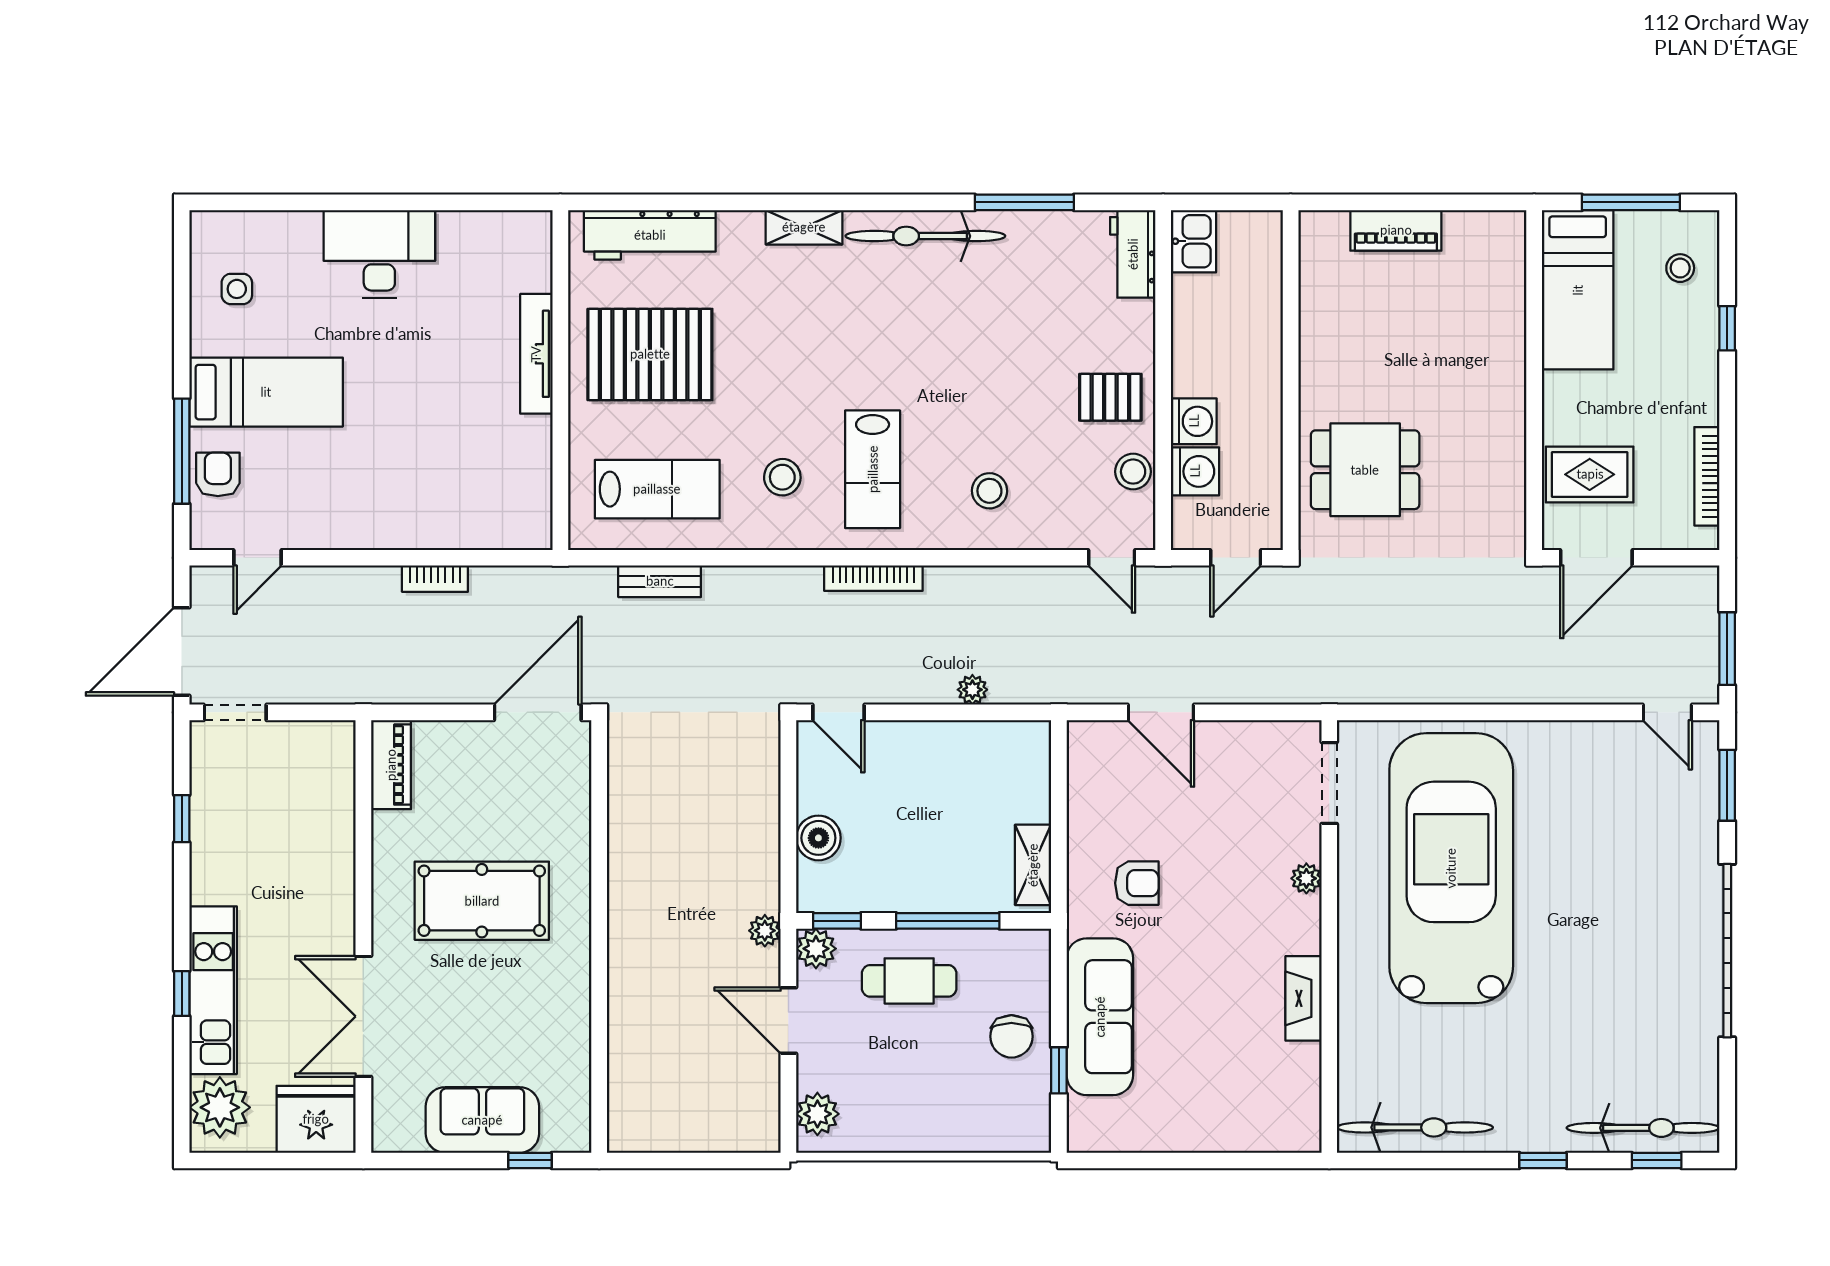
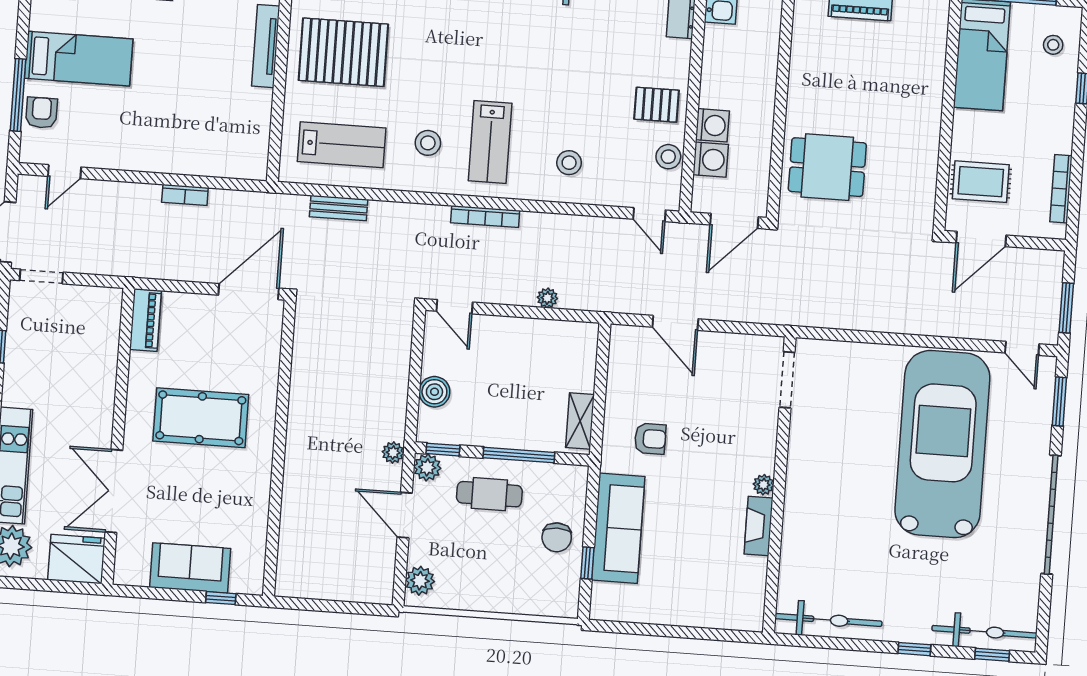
door: (1236, 558) -> (734, 221), width x1.38
car: (1451, 868) -> (942, 444), moved
plant: (1306, 878) -> (764, 485), moved

